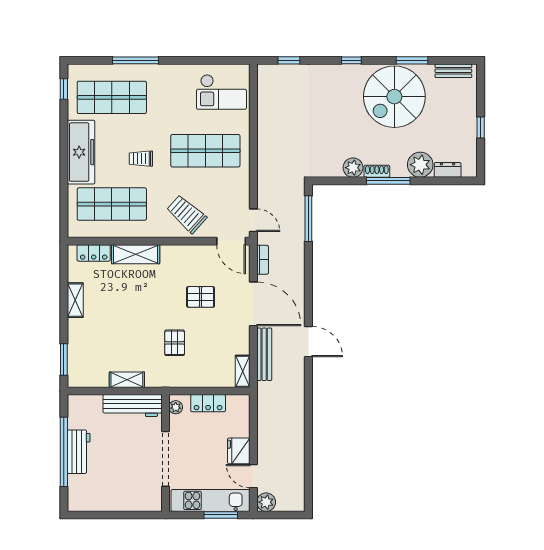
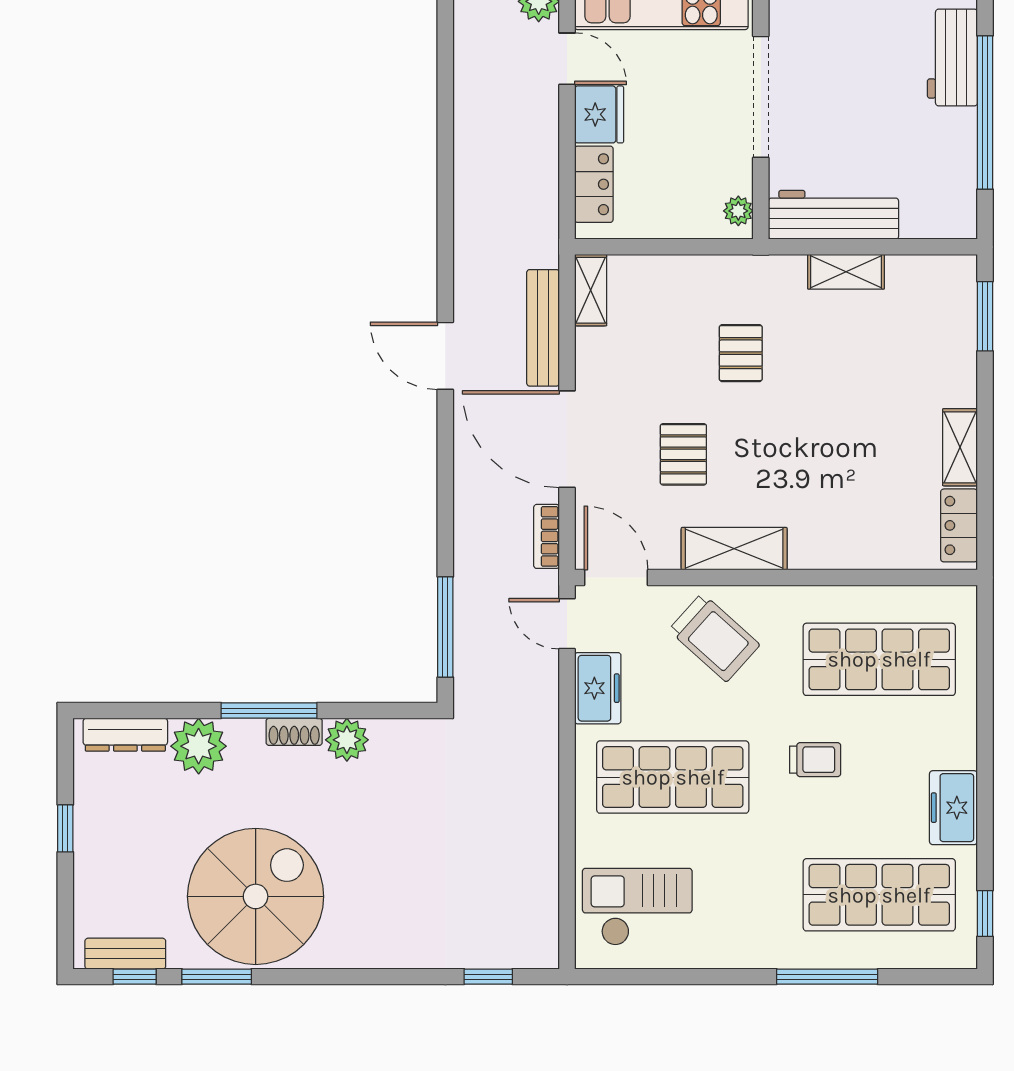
window: (351, 60) -> (135, 977), moved
freezer: (81, 152) -> (953, 808), width x0.52, depth x0.79
dresser: (448, 170) -> (125, 735), width x1.44
freezer: (239, 191) -> (598, 688), added
locker: (94, 253) -> (959, 525), moved, turned -90
shelving: (136, 254) -> (734, 549), moved
pallet: (201, 297) -> (683, 454), turned 90
locker: (208, 403) -> (594, 184), moved, turned 90
workbench: (79, 452) -> (952, 58), moved

